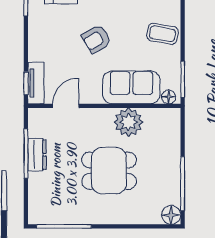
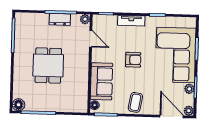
armchair: (96, 39) -> (133, 60), turned 120
tv unit: (36, 83) -> (131, 21), moved
plant: (128, 122) -> (85, 19), moved, width x0.53, depth x0.53

